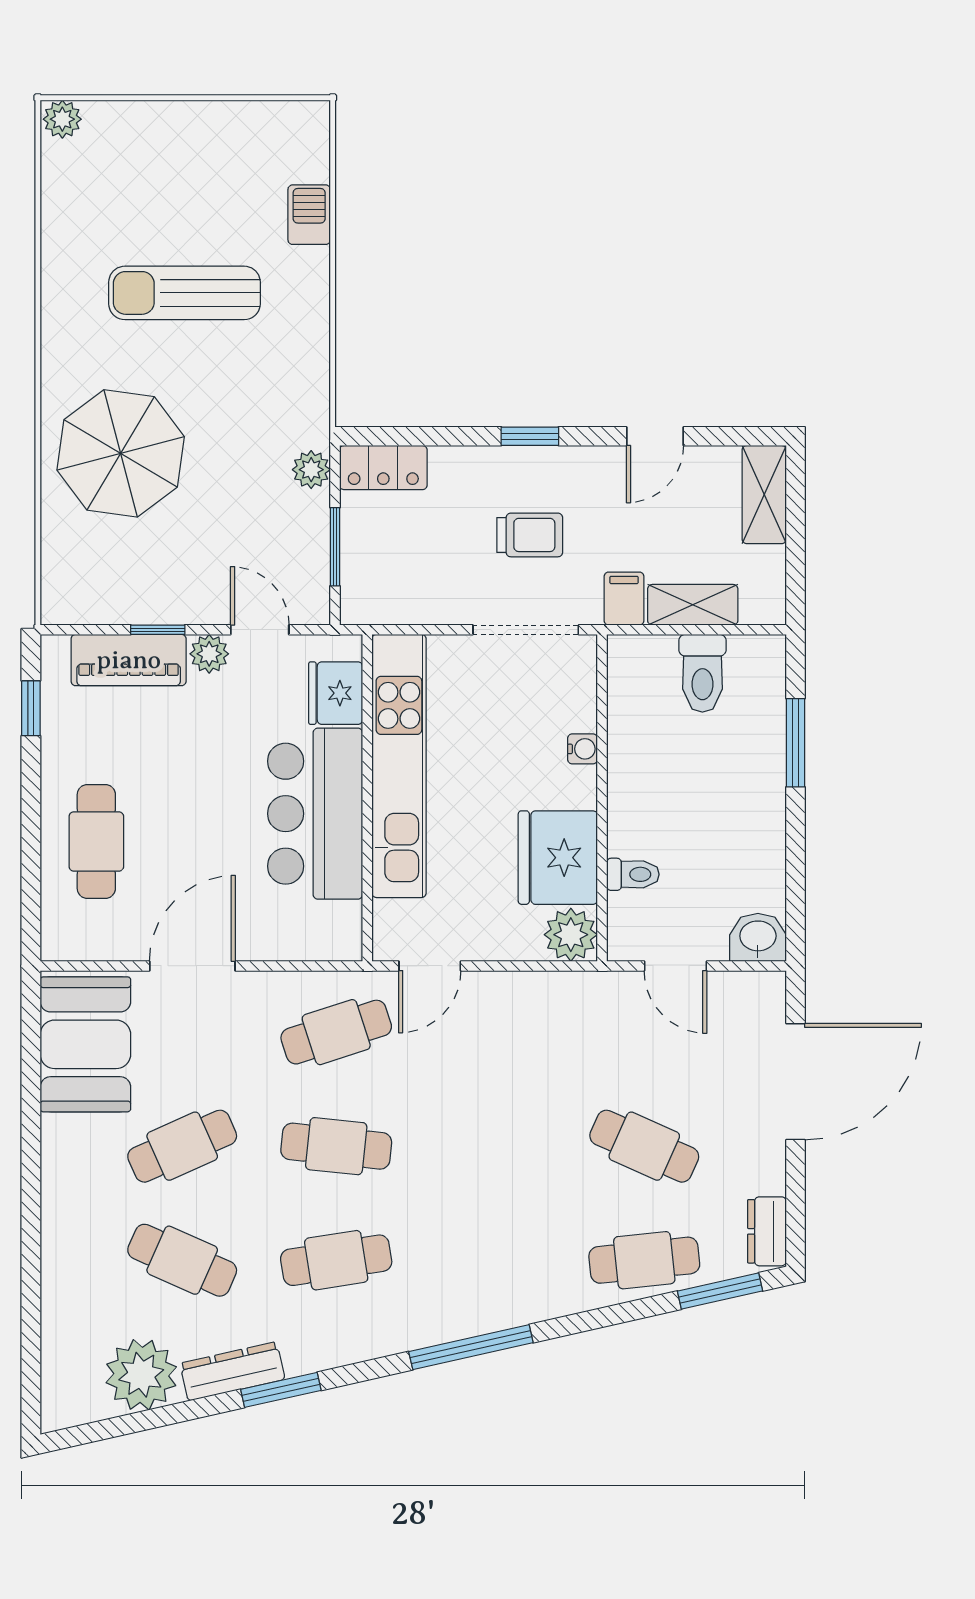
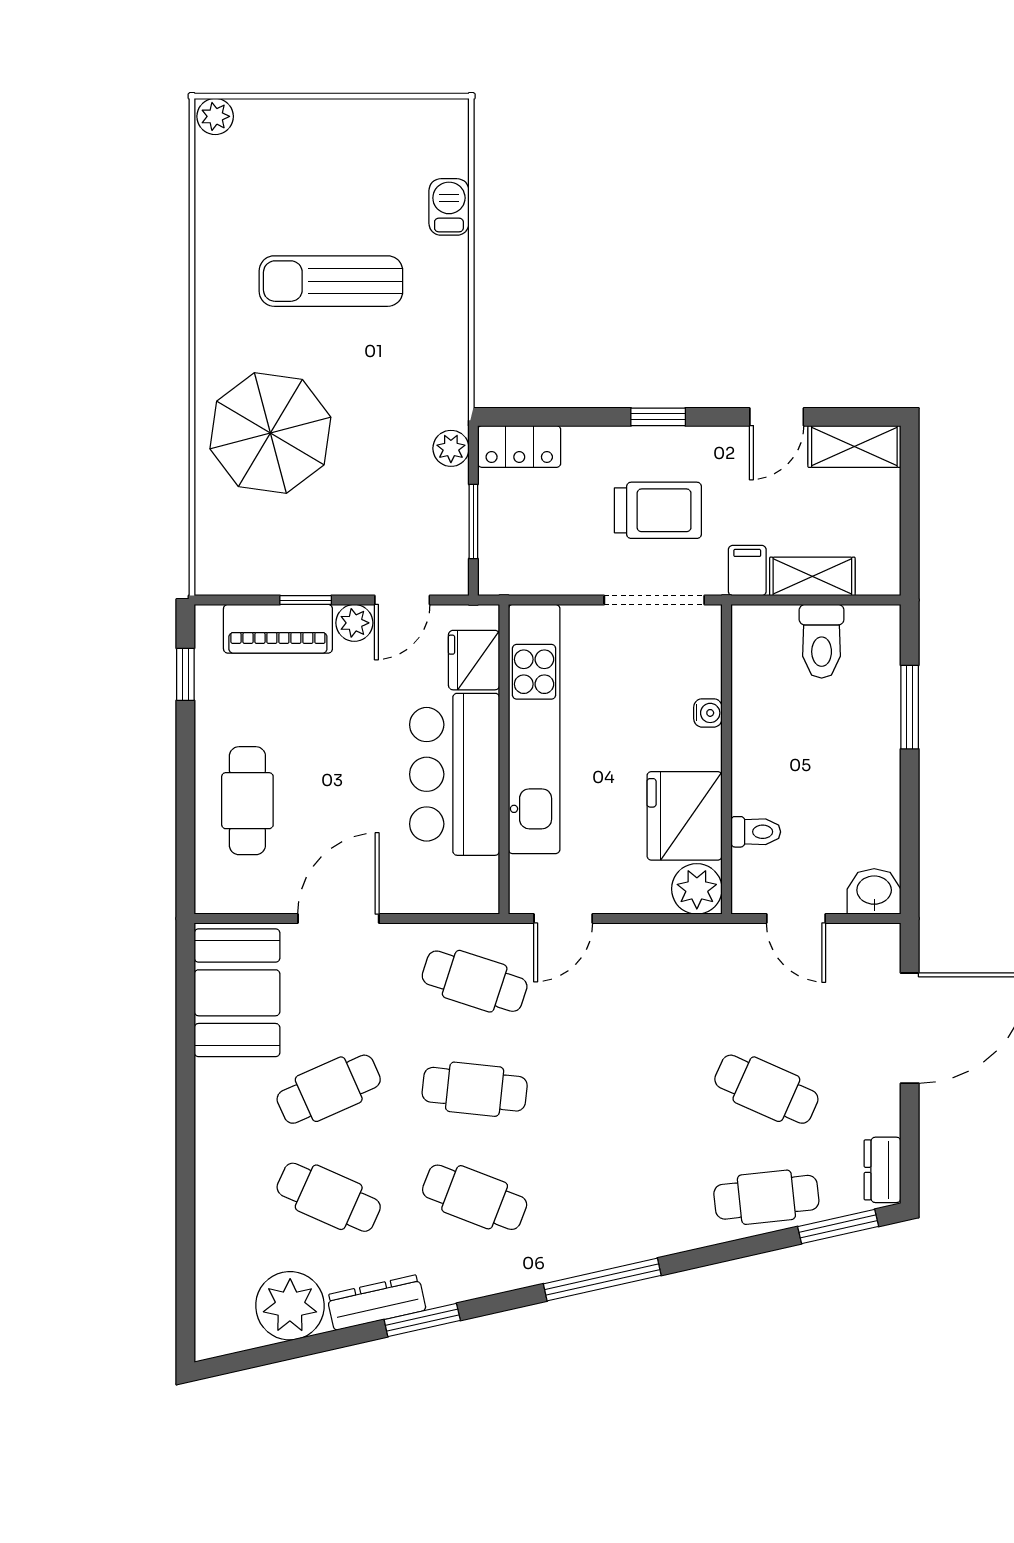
shelving: (764, 495) -> (854, 446), moved, turned 90
trolley: (530, 535) -> (658, 510), width x1.36, depth x1.39
door: (260, 630) -> (402, 600), swing flipped
cafe table: (336, 1032) -> (475, 981), turned 36
cafe table: (336, 1260) -> (475, 1197), turned 30

